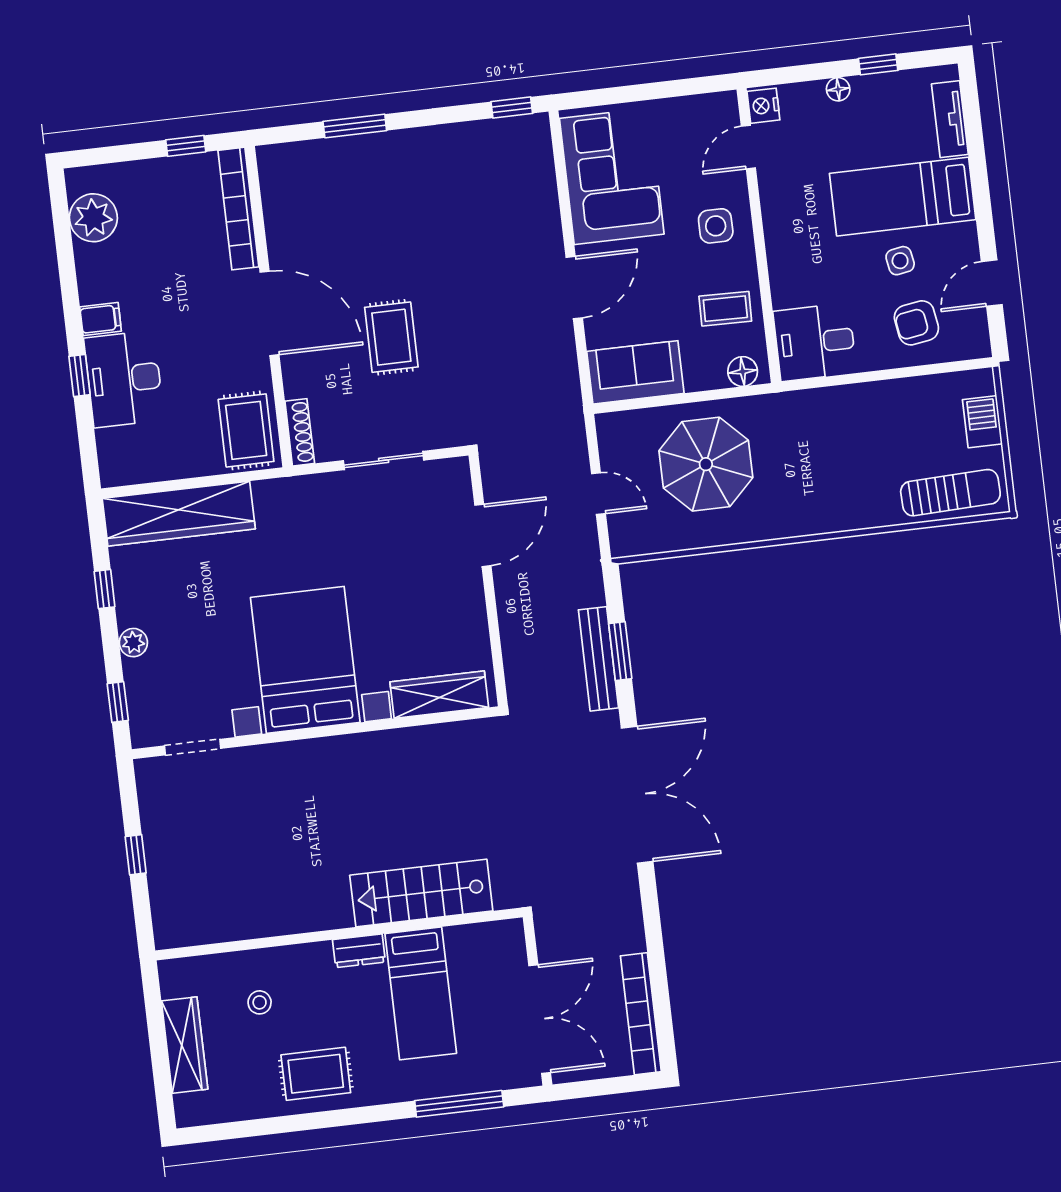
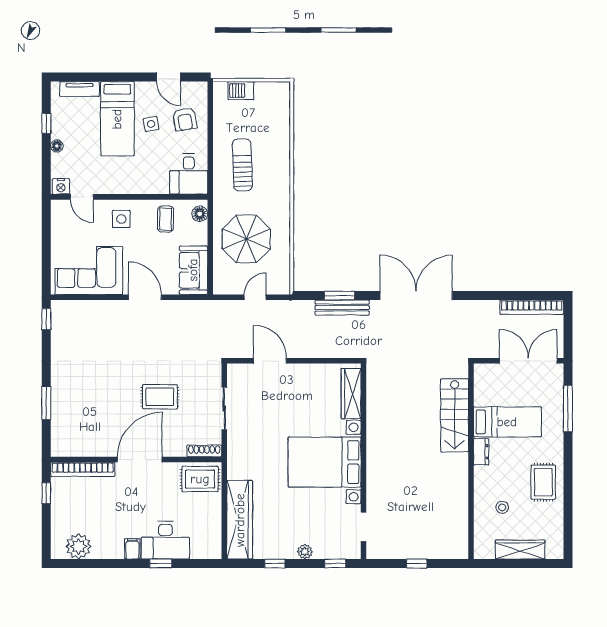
sun lounger: (950, 493) -> (242, 165), moved

